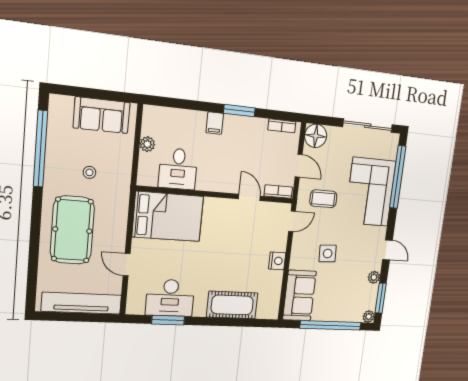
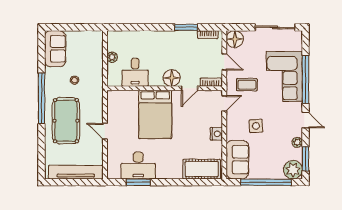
window: (239, 111) -> (186, 27), moved
sofa: (102, 115) -> (55, 49), moved, turned -90
filing cabinet: (215, 123) -> (158, 38), removed
window: (40, 149) -> (41, 98), moved
window: (398, 177) -> (306, 79), moved
floor lamp: (227, 181) -> (172, 78), added
door: (249, 197) -> (189, 88), swing flipped
bed: (168, 217) -> (155, 114), moved, turned 90
door: (127, 265) -> (105, 131), moved
cot: (232, 305) -> (202, 169), moved
plant: (369, 317) -> (293, 170), width x1.88, depth x1.88

